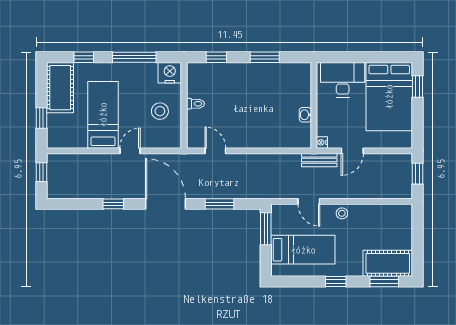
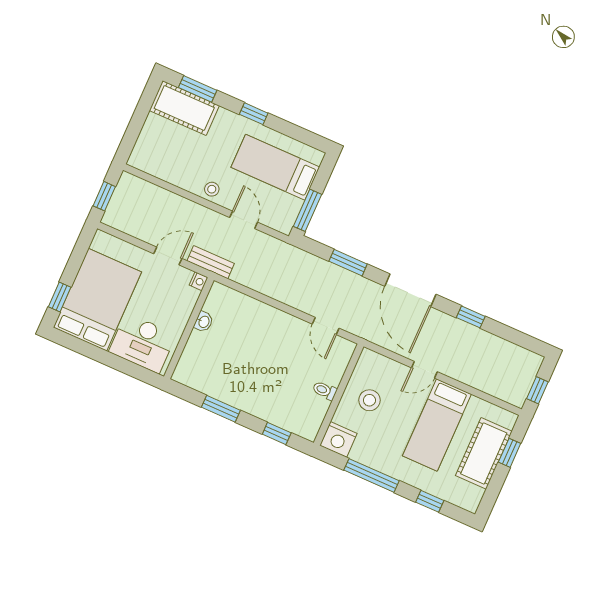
cot: (60, 88) -> (484, 453), moved

